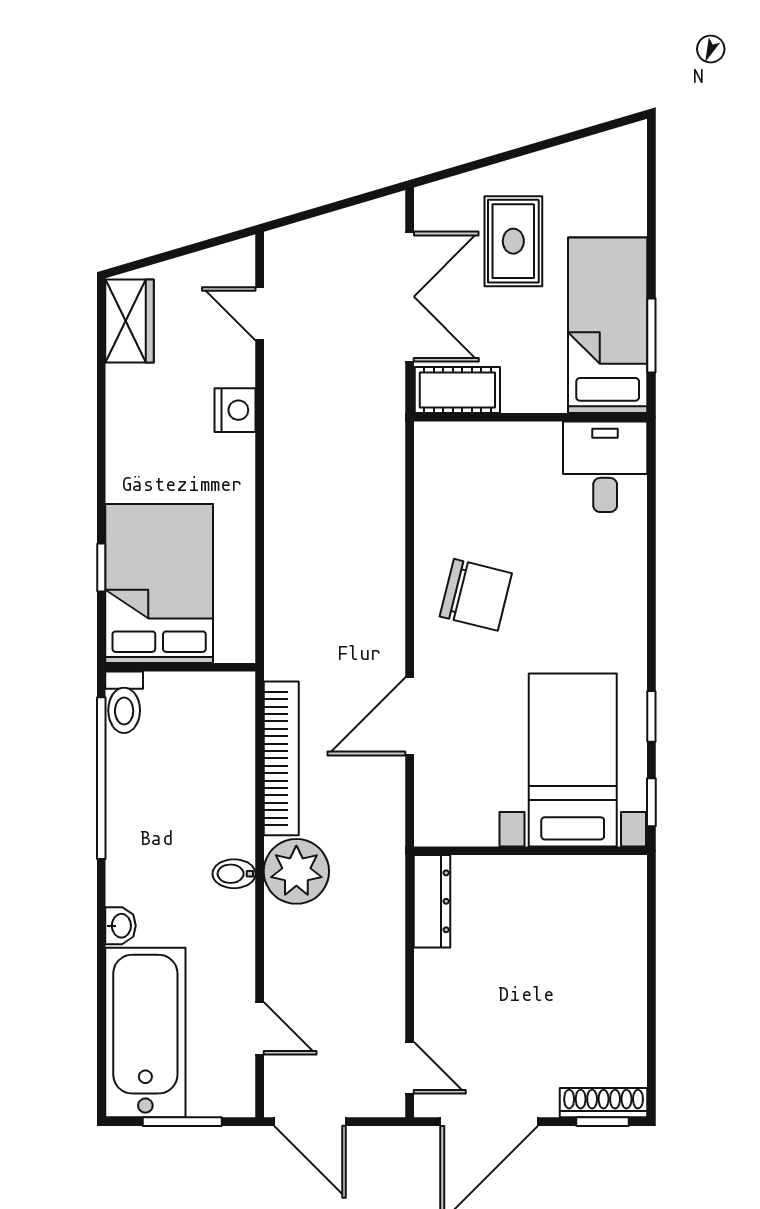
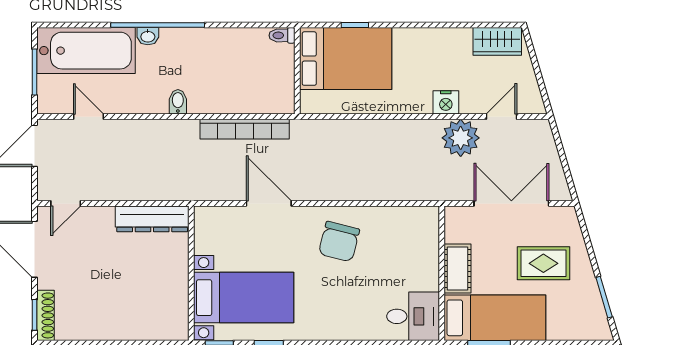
window: (572, 136) -> (604, 297), added
double door: (410, 297) -> (511, 203), swing flipped
cot: (457, 390) -> (457, 268), moved
toilet: (124, 702) -> (282, 35), width x0.73, depth x0.72
window: (101, 778) -> (158, 25), moved
plant: (296, 871) -> (461, 138), moved
dresser: (432, 901) -> (152, 219), width x1.37, depth x1.24
door: (260, 1028) -> (89, 117), swing flipped

